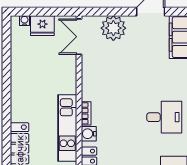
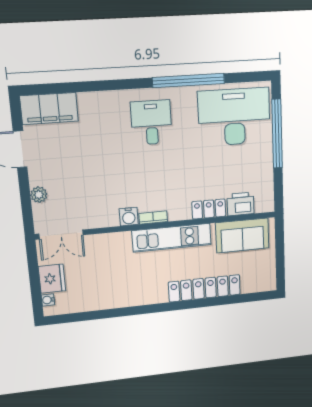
plant: (113, 28) -> (39, 195), width x0.53, depth x0.53
water cooler: (89, 134) -> (129, 217), moved

